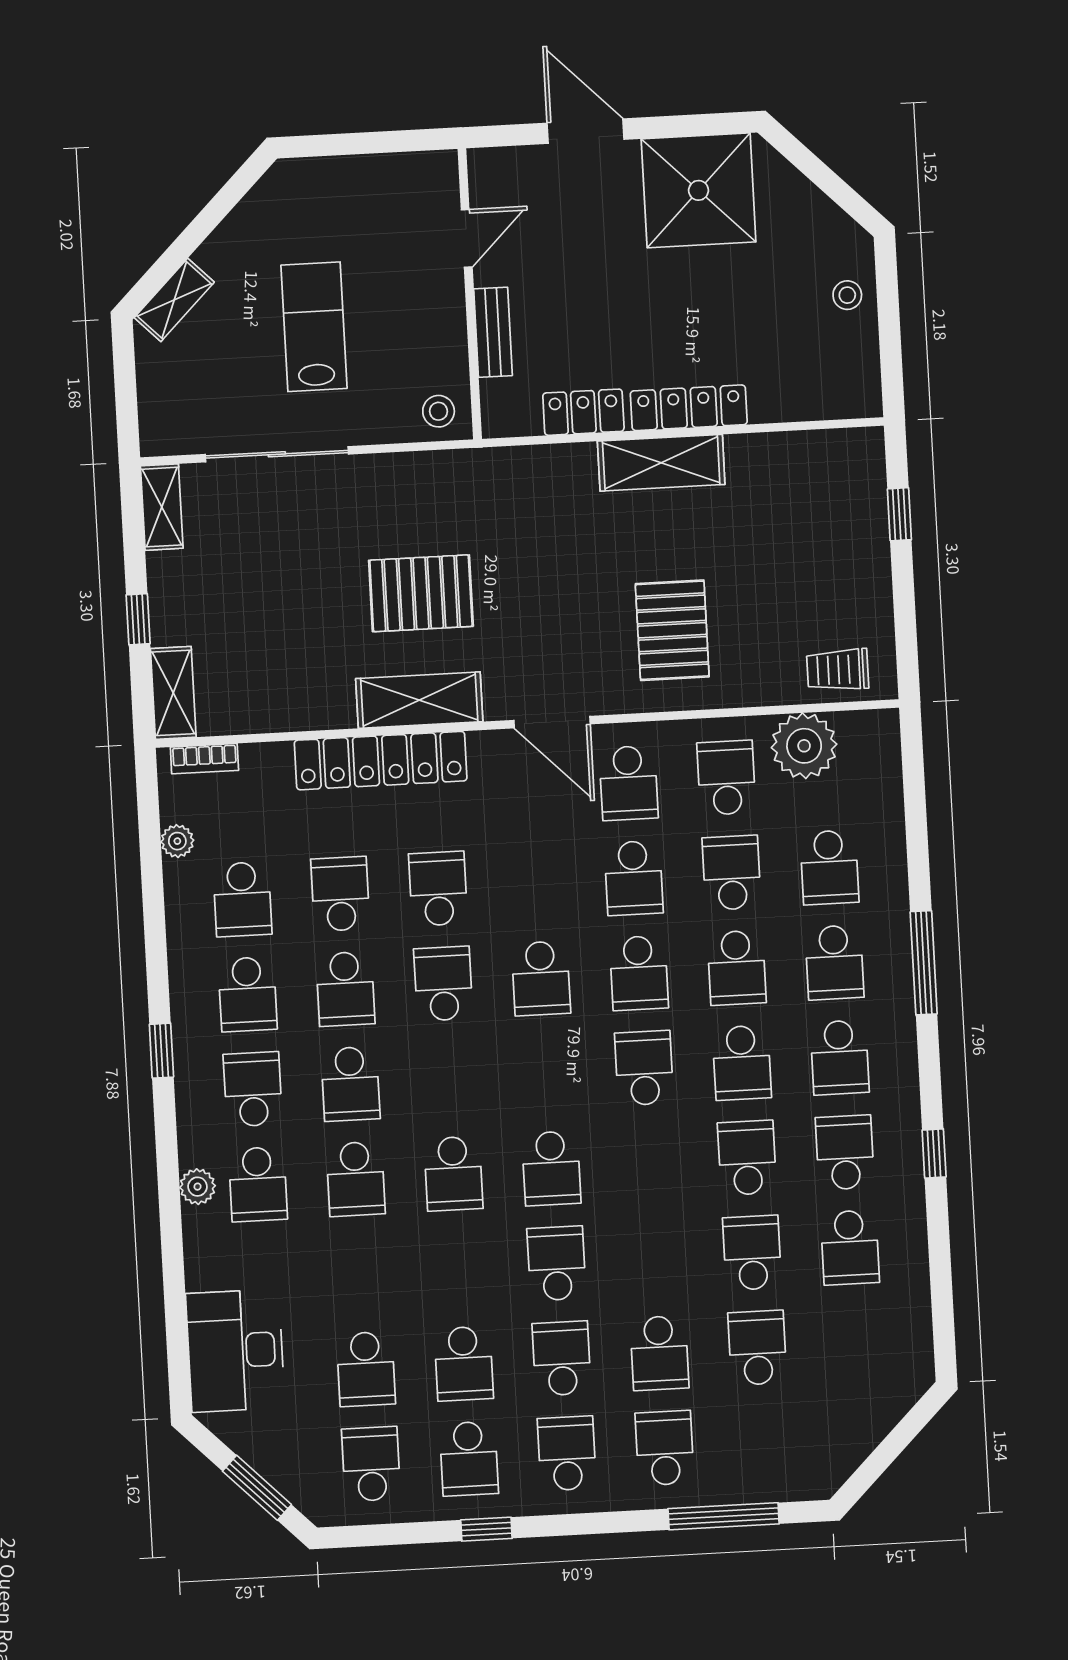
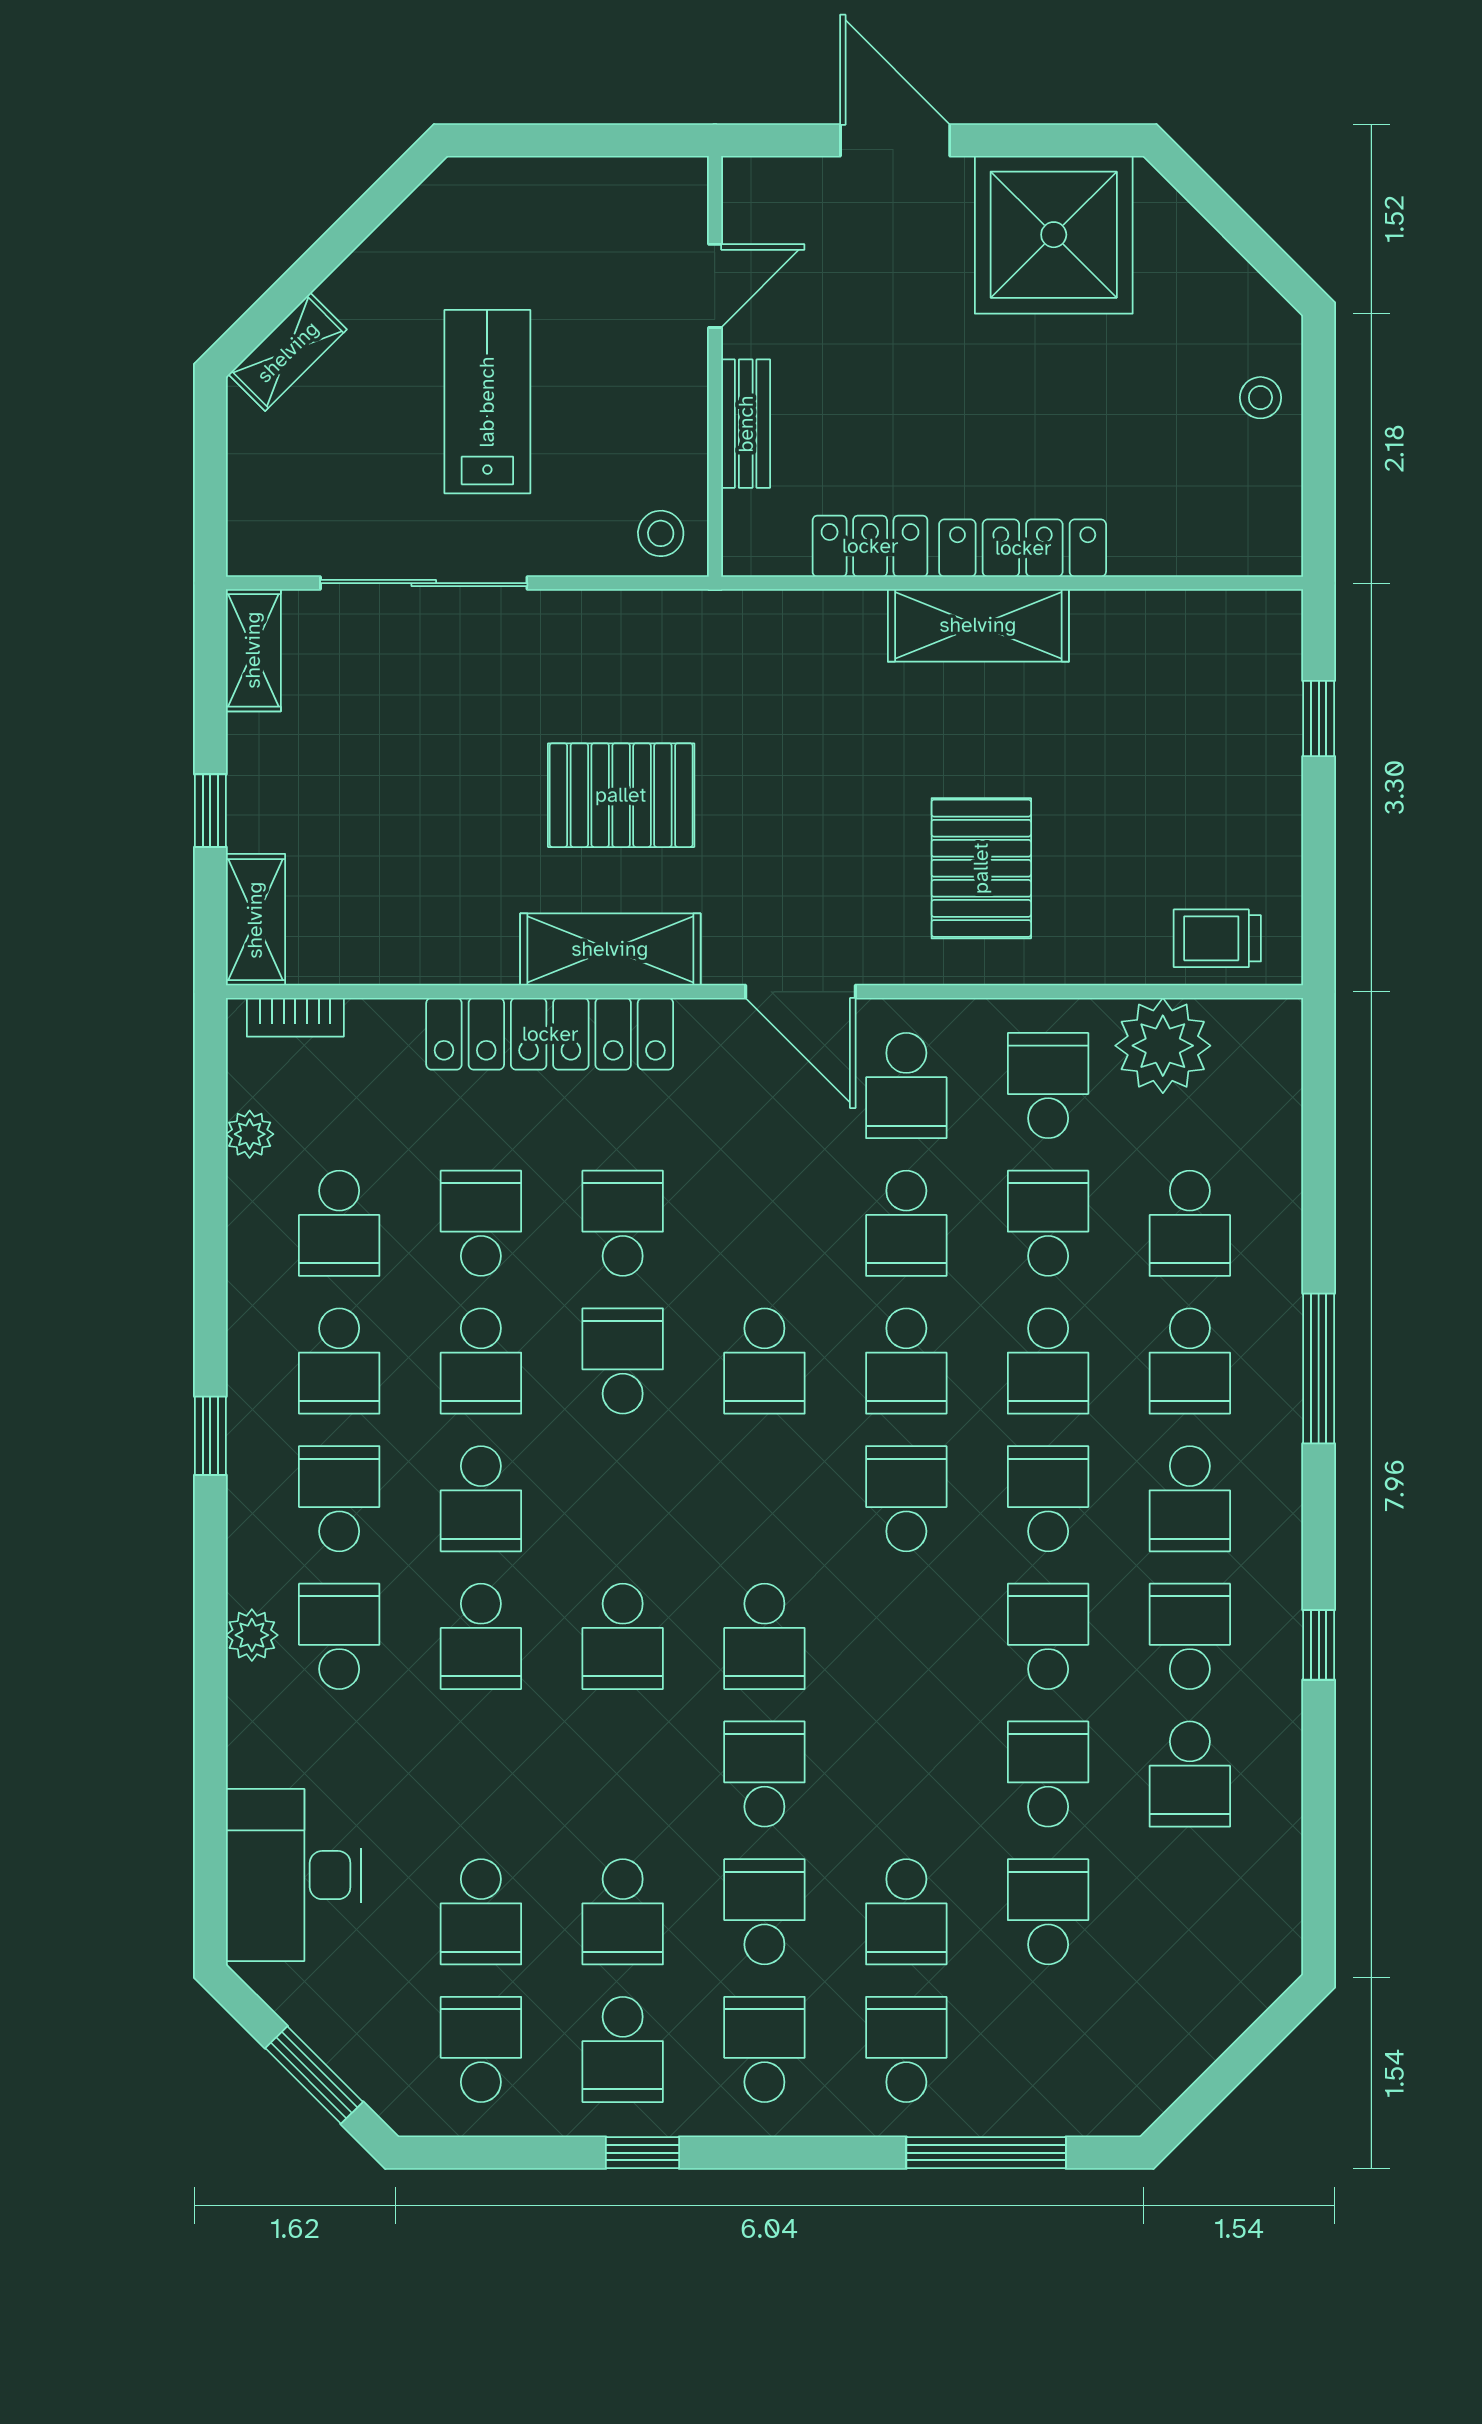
school desk: (742, 1063) -> (1048, 1499), turned 180
school desk: (258, 1184) -> (339, 1636), turned 180

